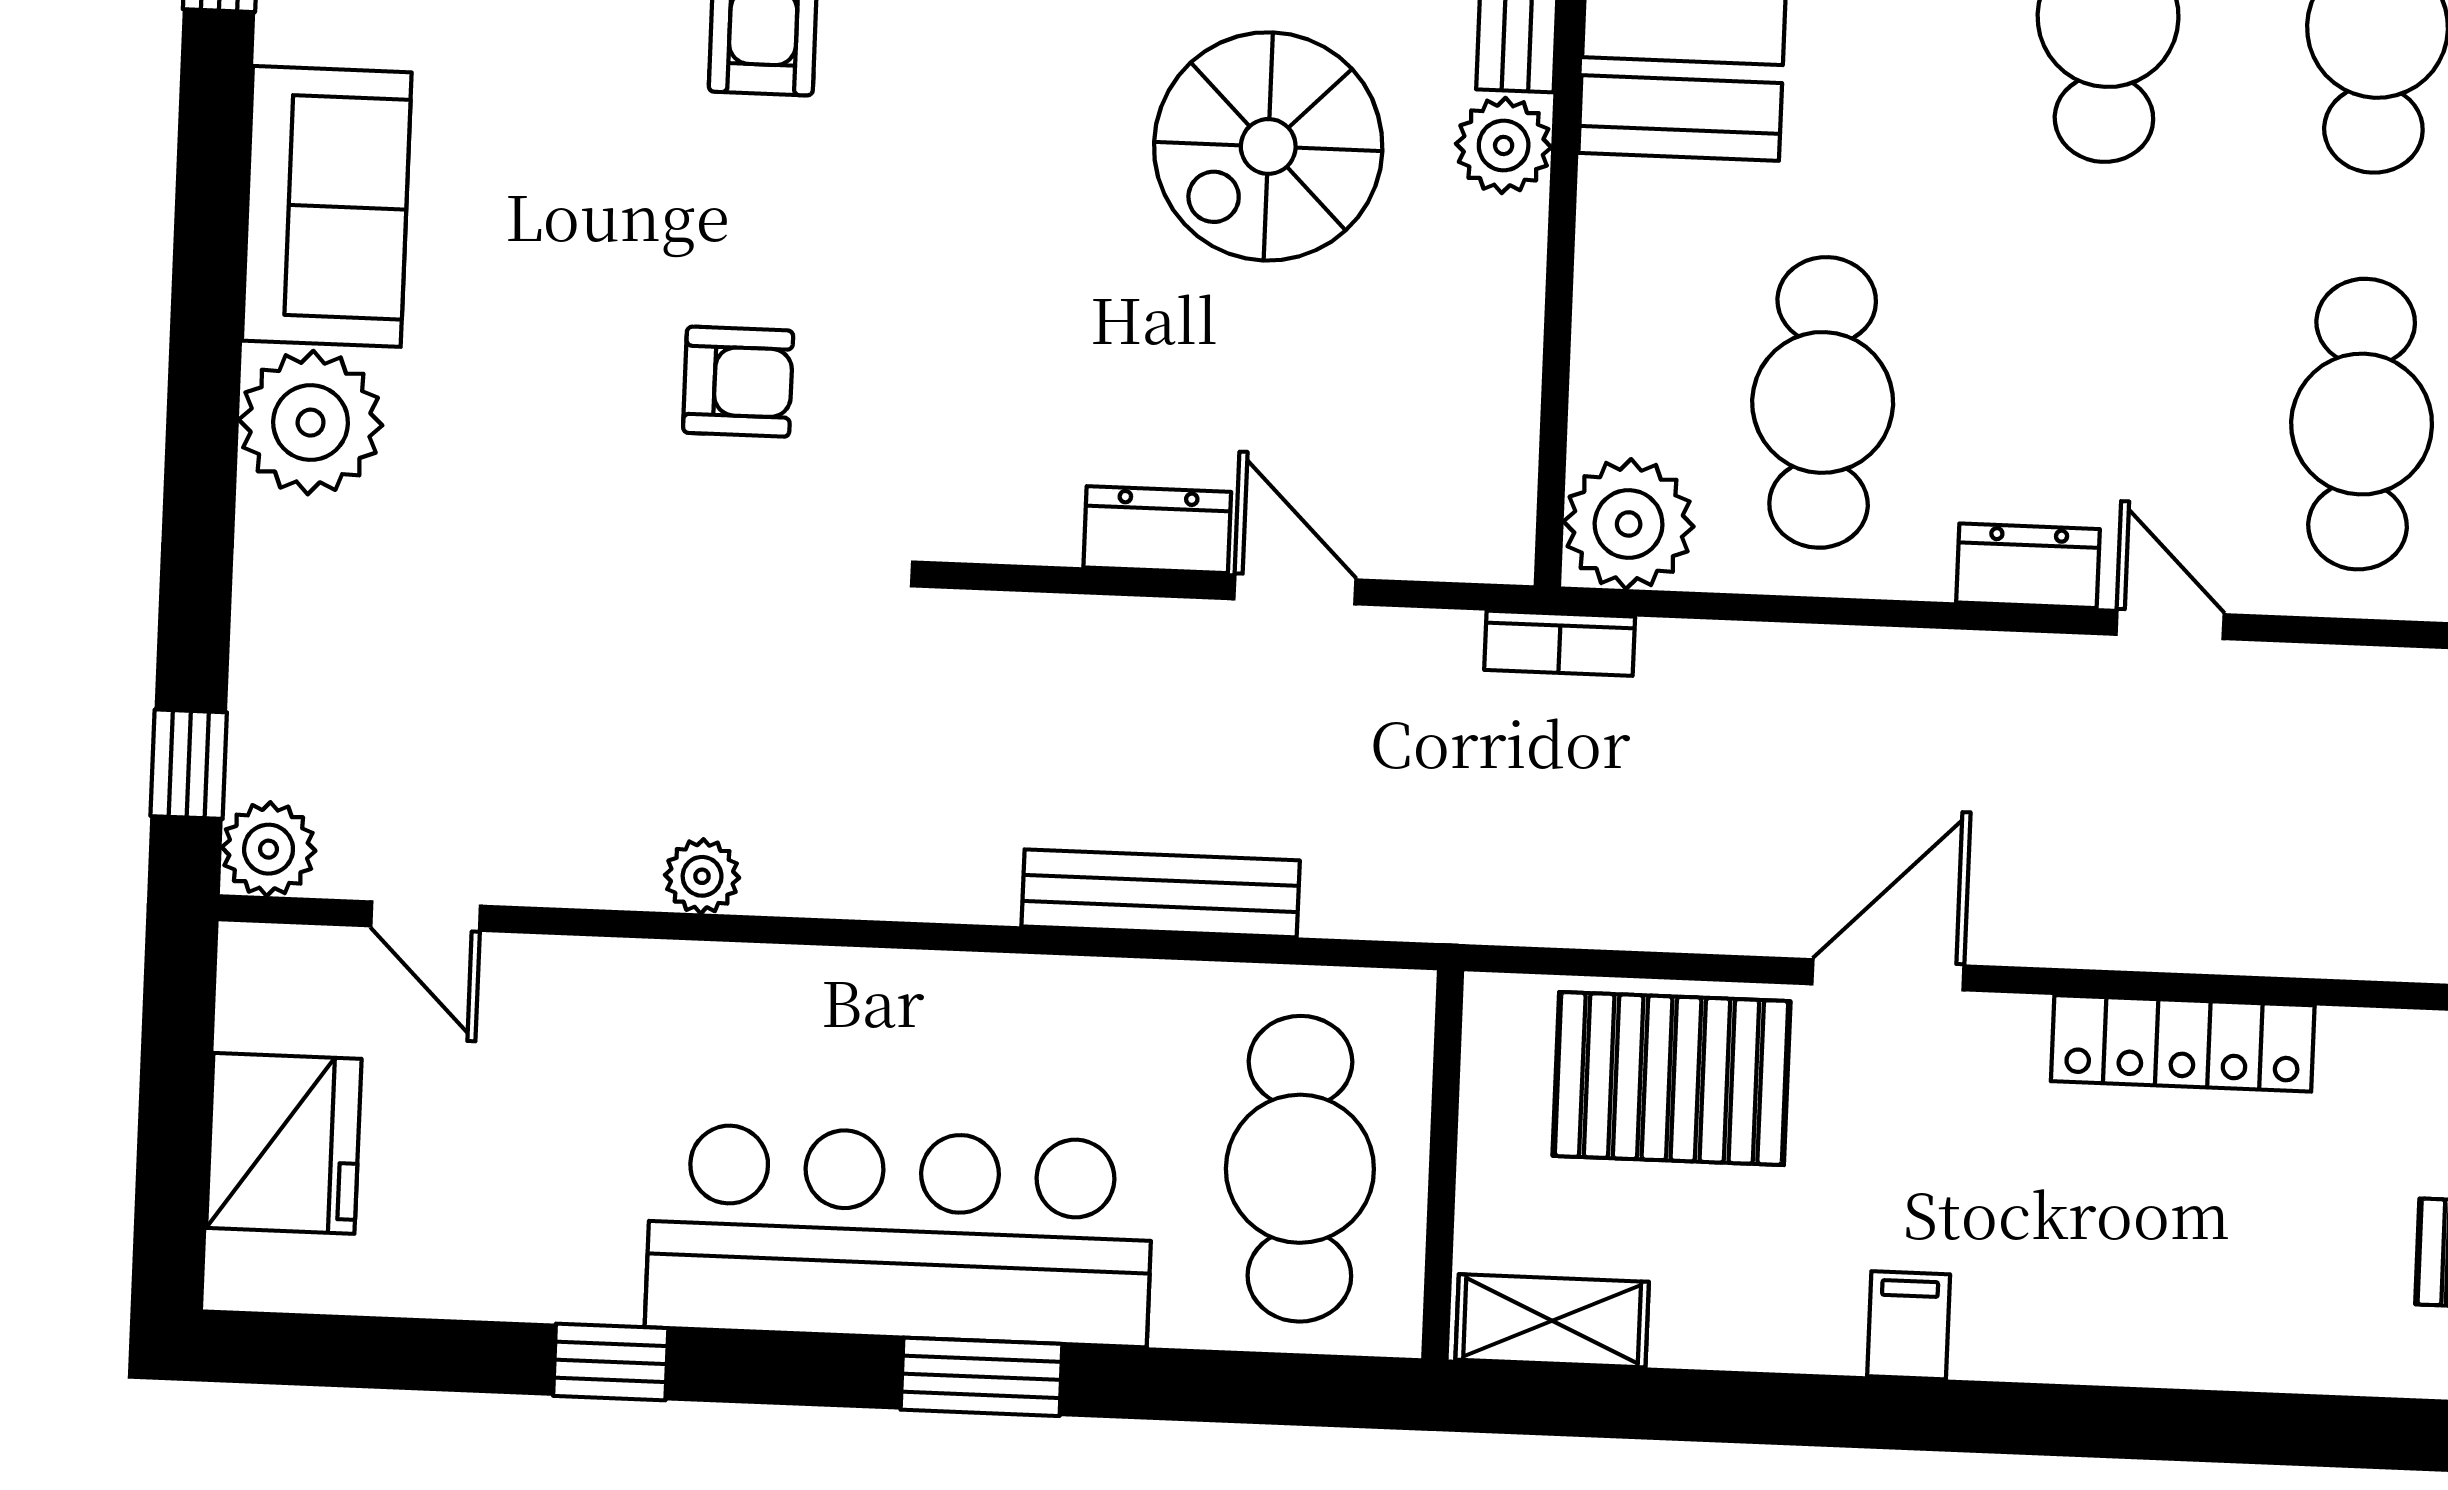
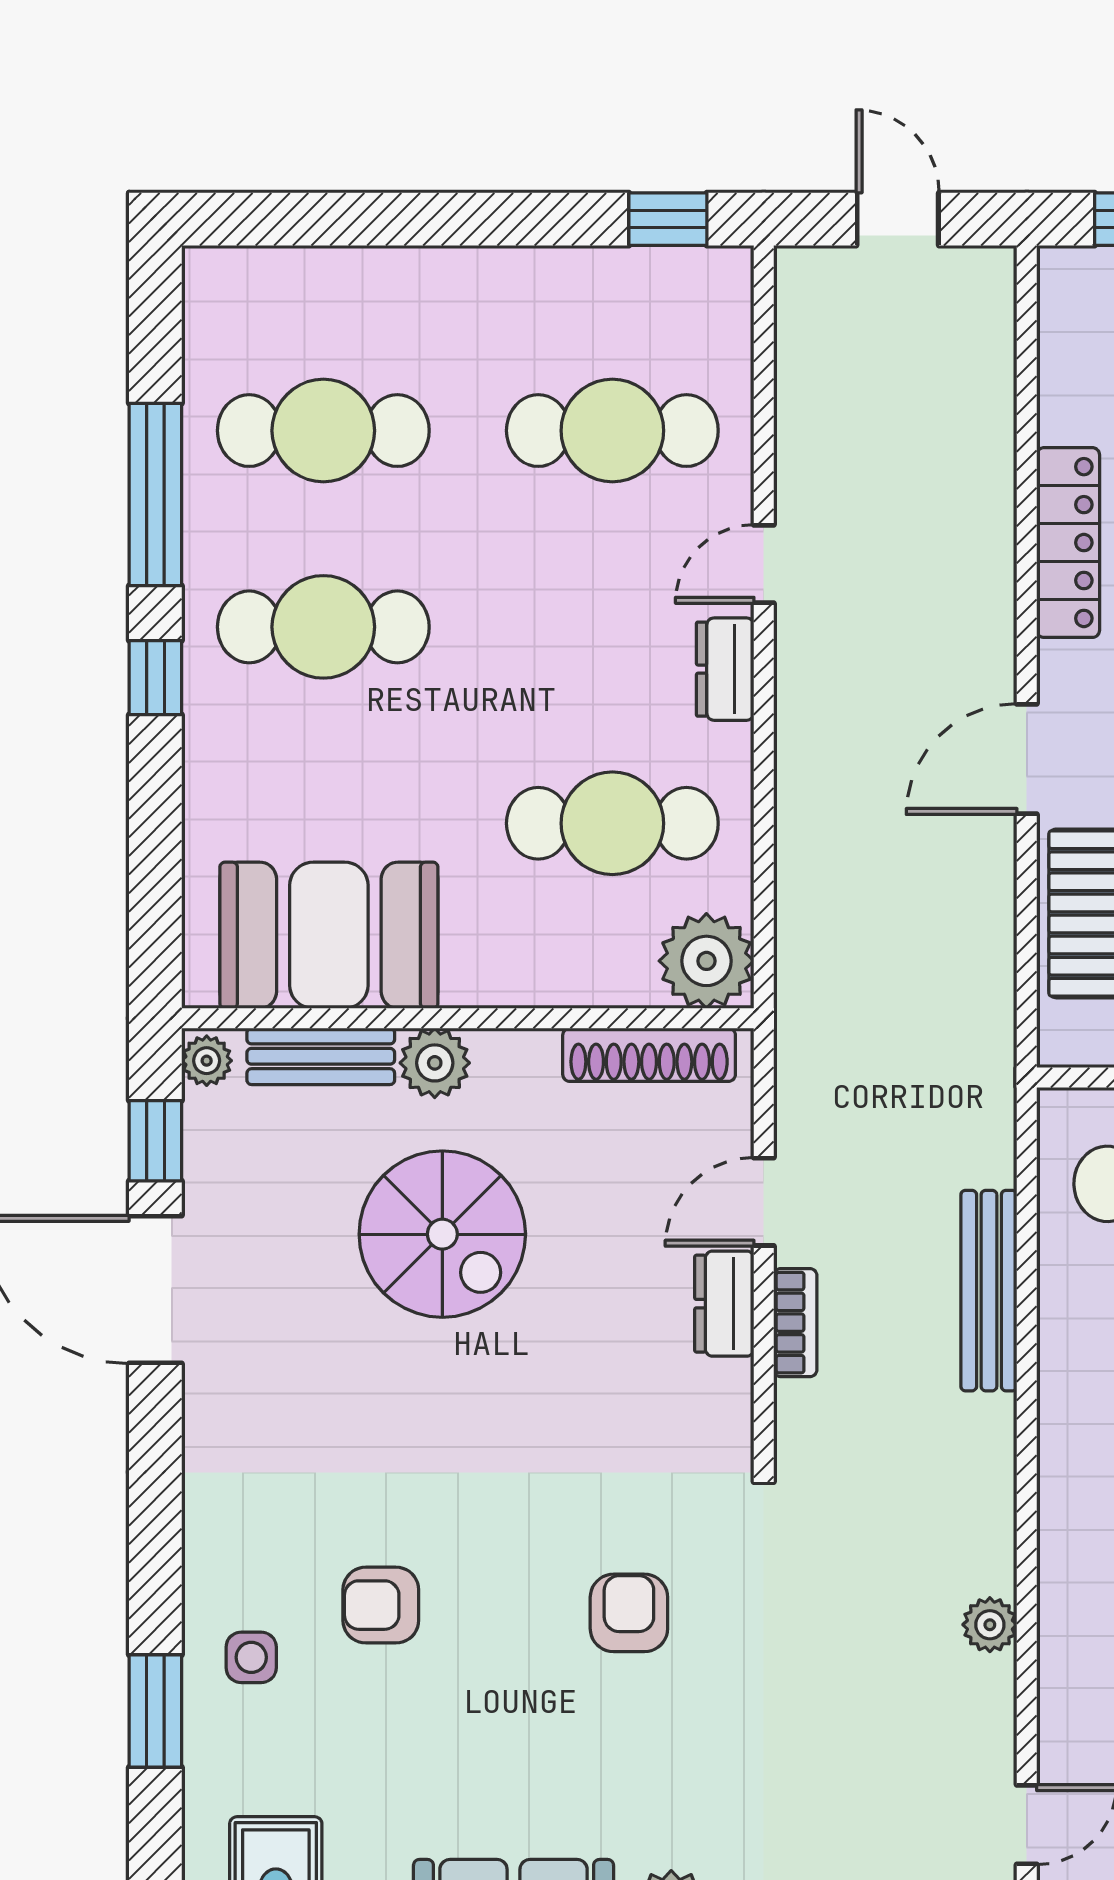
shoe rack: (1503, 440) -> (649, 1055), added
bookcase: (1560, 643) -> (795, 1323), moved
door: (1888, 975) -> (1027, 759), hinge flipped

